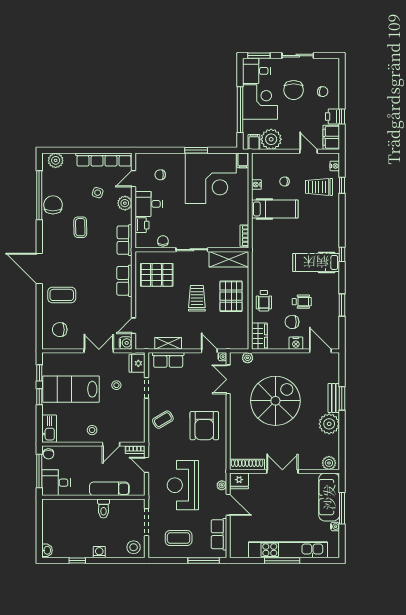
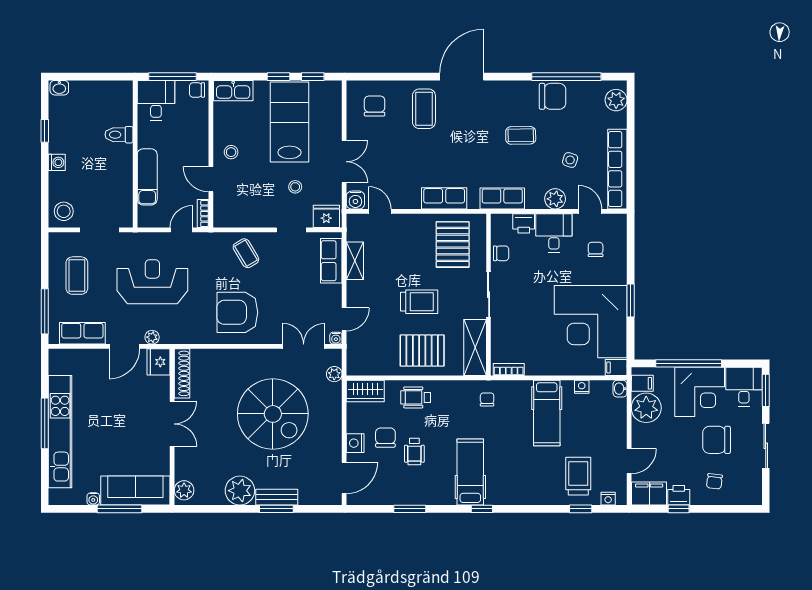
washbasin: (258, 158) -> (620, 389), added
chair: (285, 181) -> (487, 399), moved
toilet: (104, 509) -> (119, 135), moved

